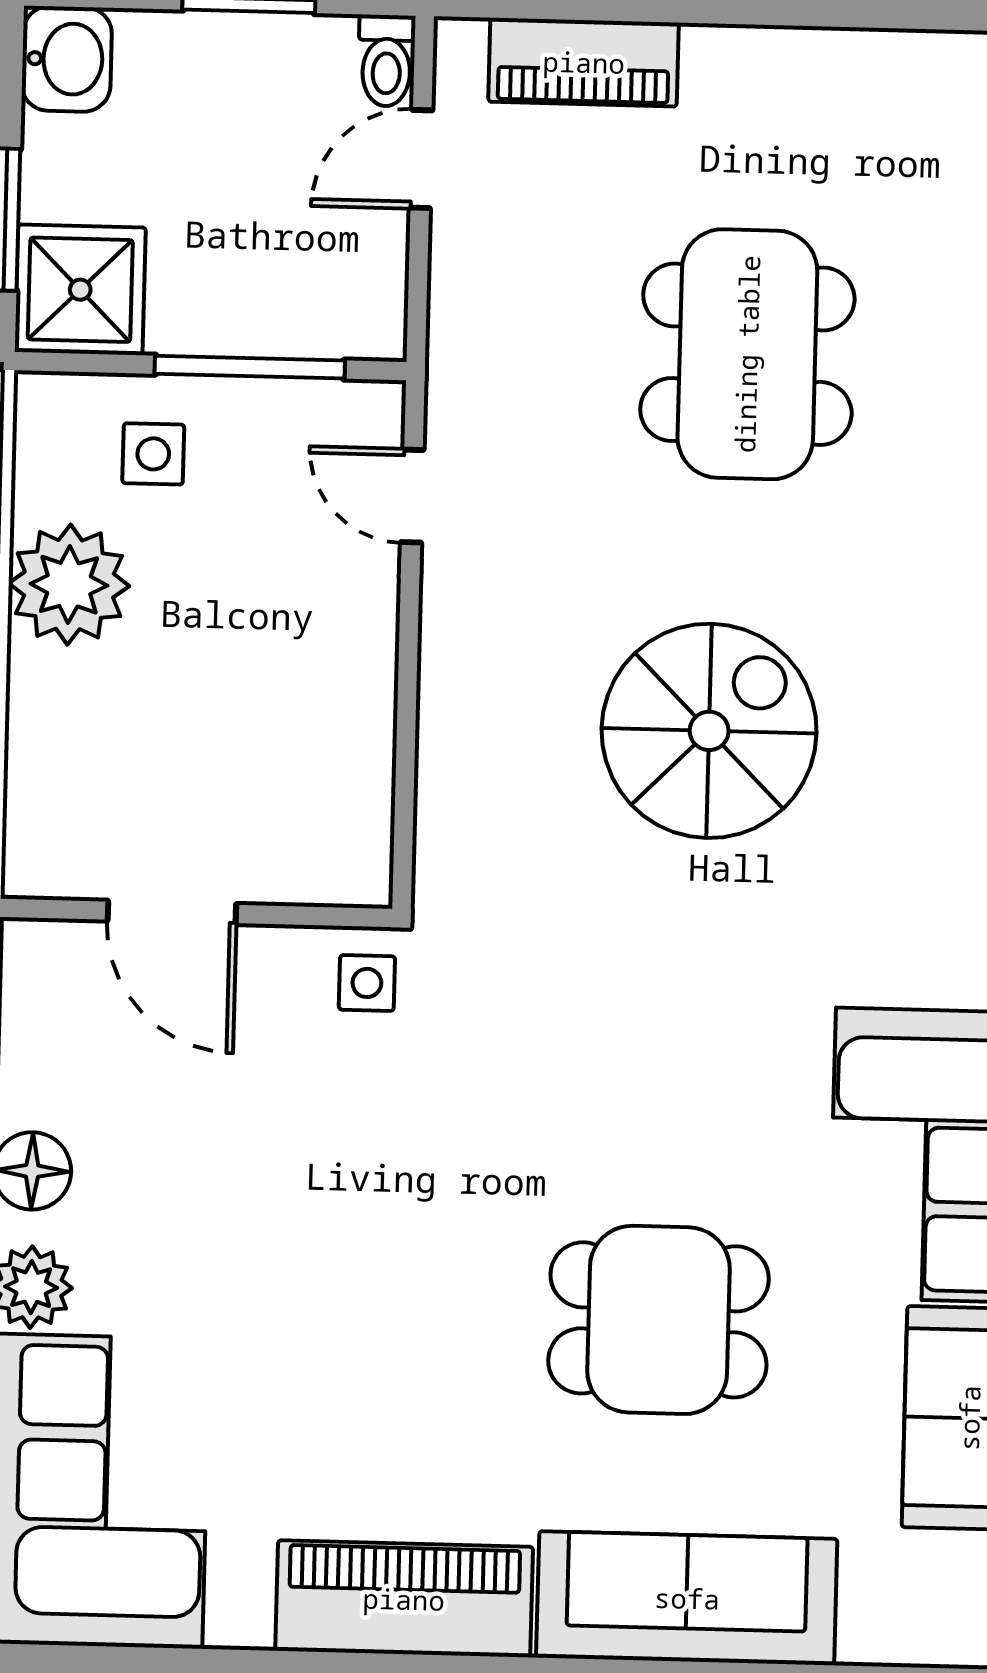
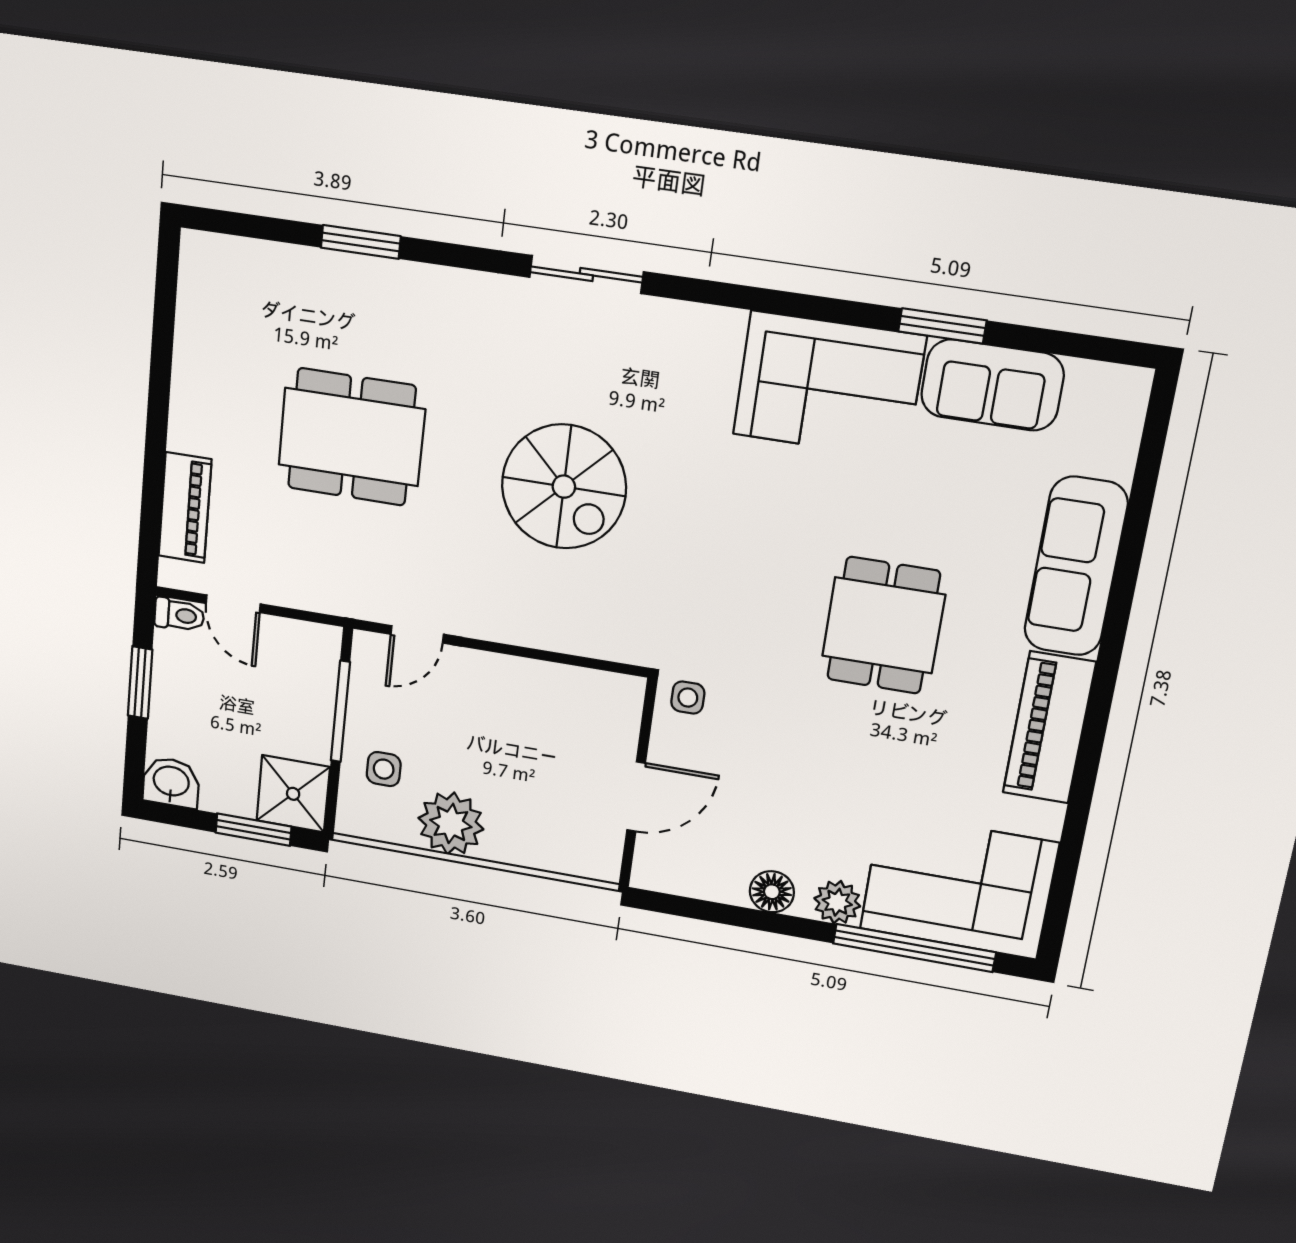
spiral stairs: (709, 731) -> (564, 487), turned 180
dining table: (658, 1320) -> (883, 625), moved

